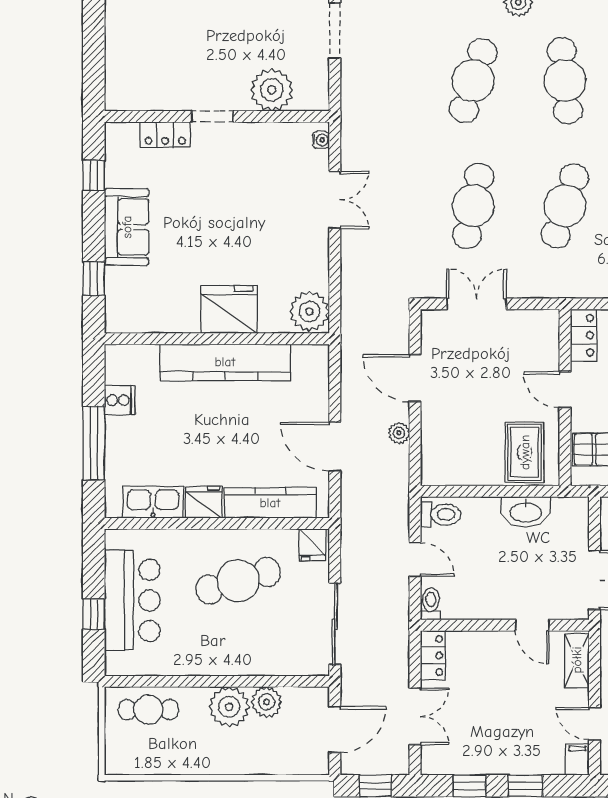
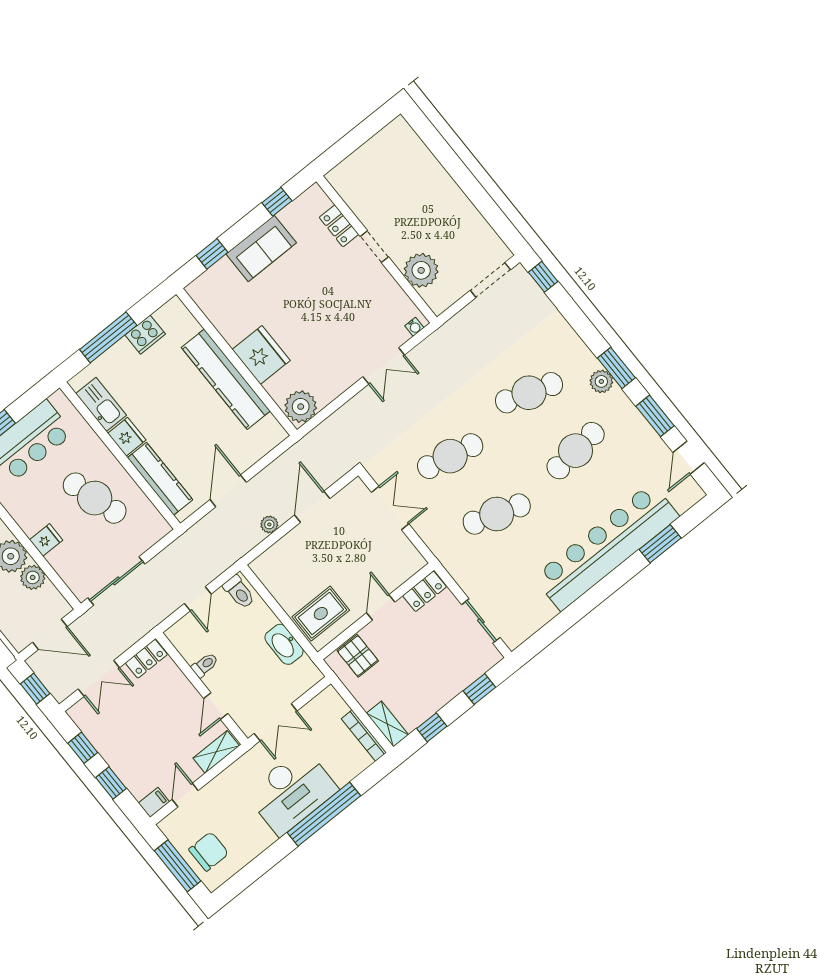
cooker: (120, 400) -> (145, 335), width x1.36
fridge: (312, 545) -> (46, 540), moved, turned 180
toilet: (431, 604) -> (205, 665), moved

